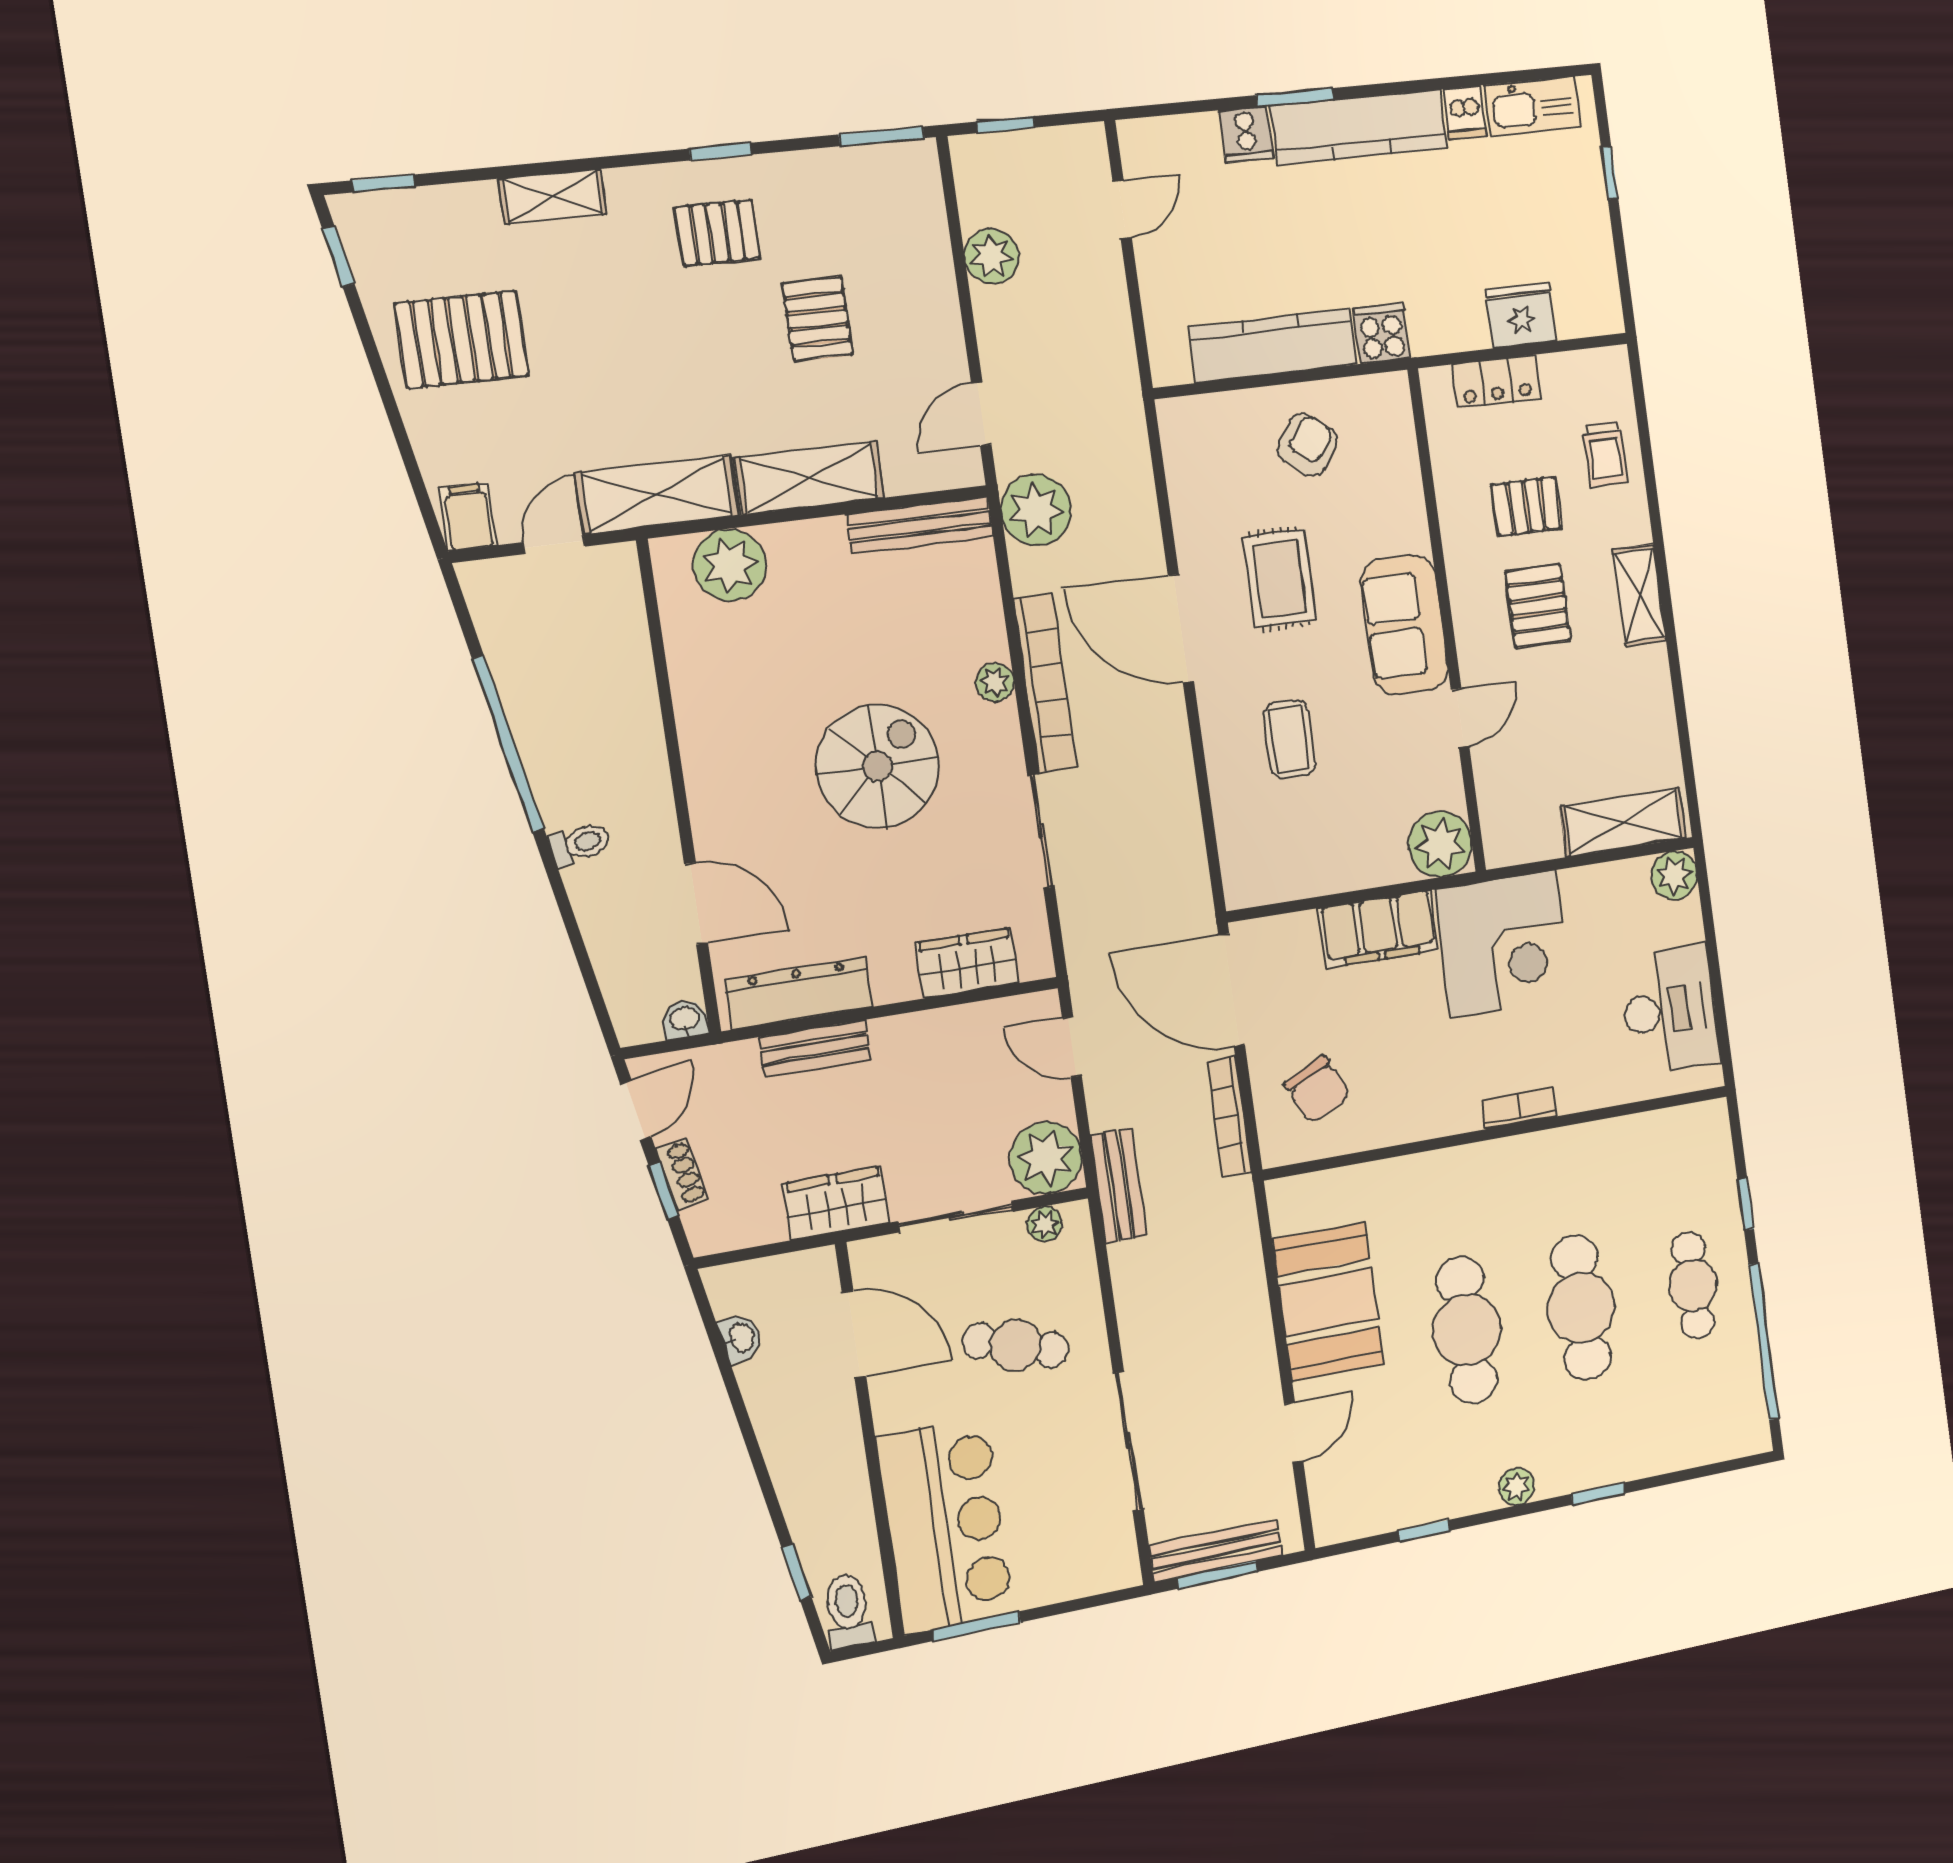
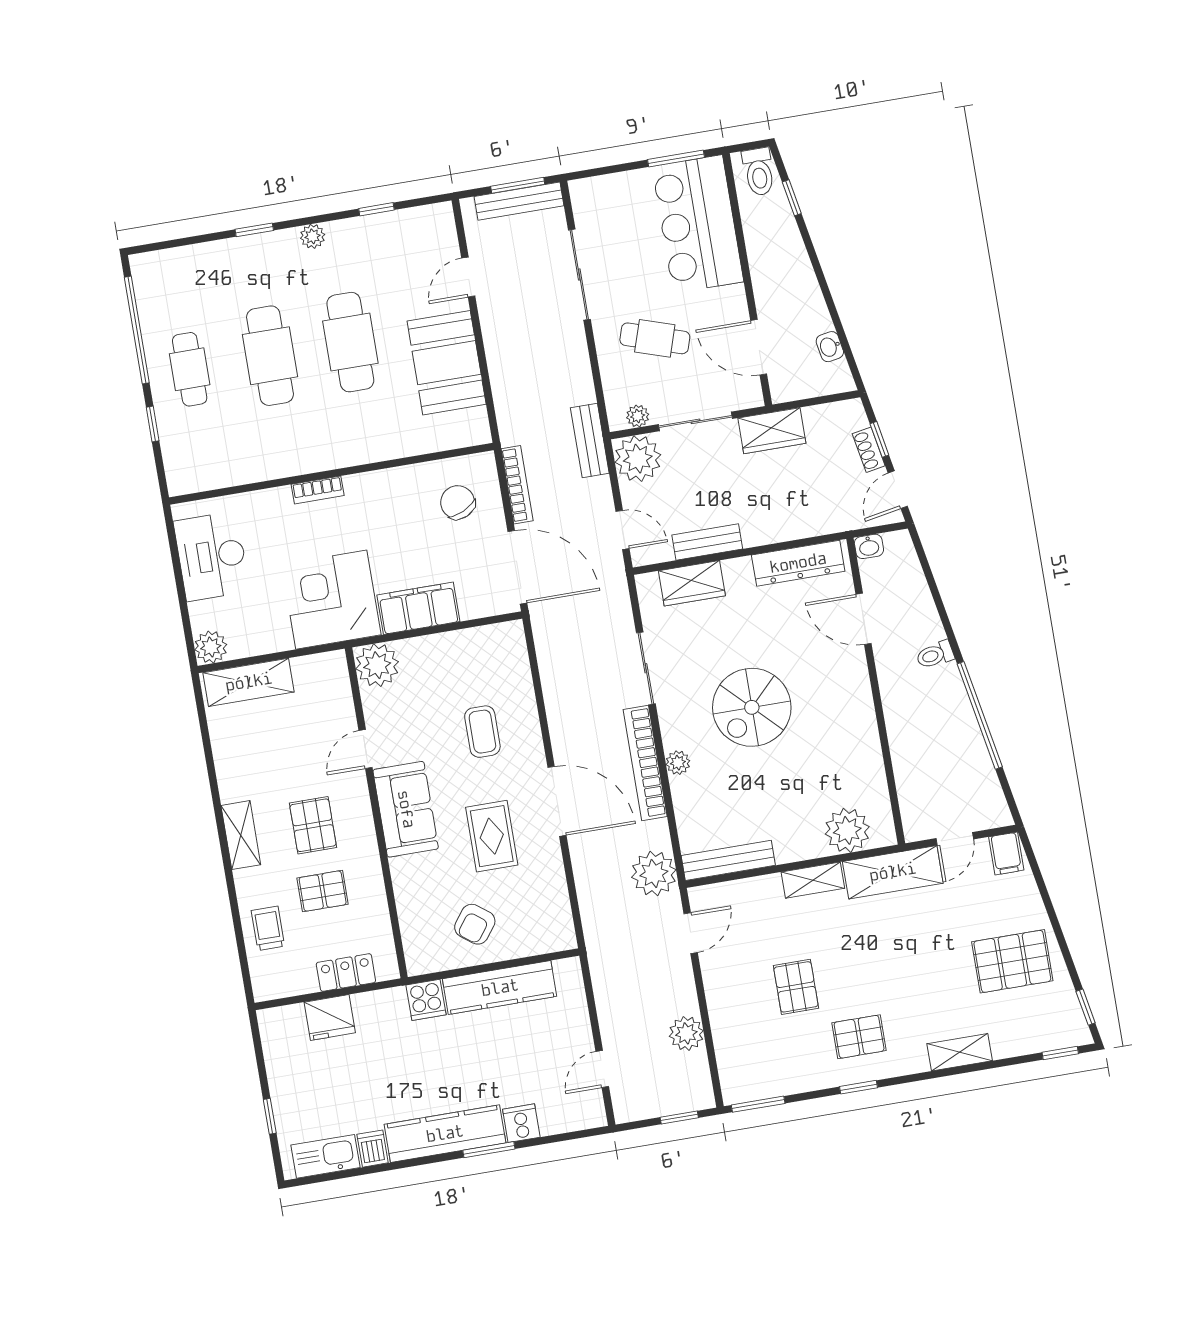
shelving: (809, 478) -> (813, 880), width x0.67, depth x0.75
bench: (815, 1049) -> (707, 542), moved

